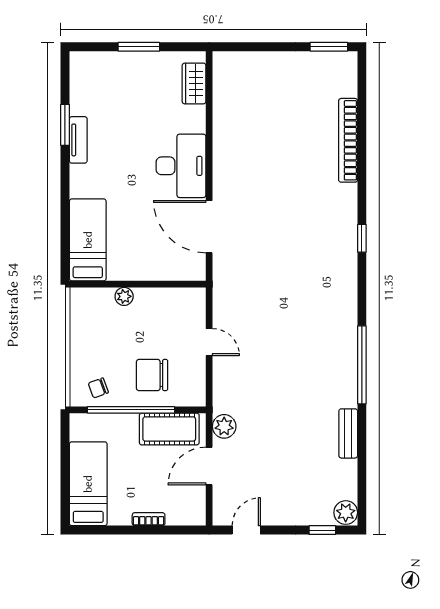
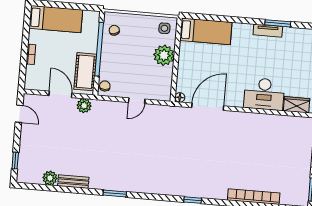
desk: (181, 166) -> (264, 94), moved
floor lamp: (198, 273) -> (180, 97), added
plant: (124, 296) -> (164, 55), width x1.88, depth x1.88
side table: (88, 307) -> (164, 28), added
window: (362, 365) -> (115, 194), width x0.47
chair: (152, 375) -> (105, 86), moved, width x0.54, depth x0.54
plant: (346, 513) -> (50, 178), moved

